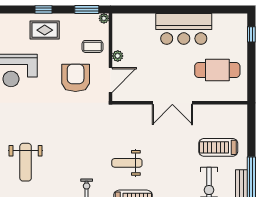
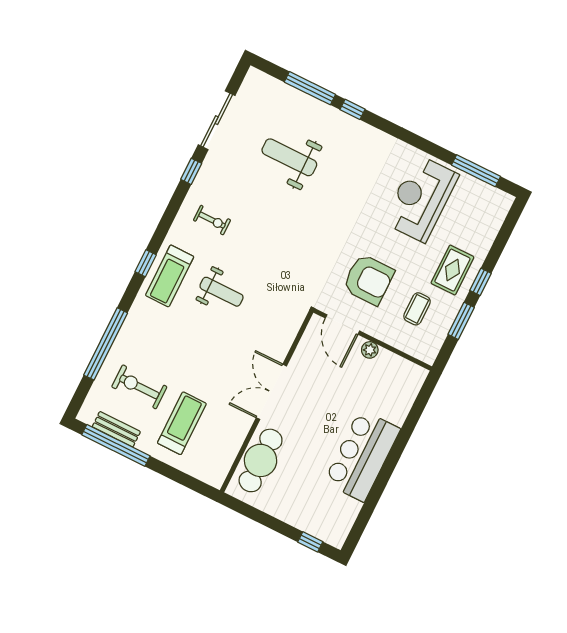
window: (87, 9) -> (461, 321), moved
plant: (104, 18) -> (429, 356), removed
coffee table: (92, 46) -> (417, 309), moved
cafe table: (217, 70) -> (261, 460), moved
weight bench: (127, 163) -> (222, 292), turned 90

